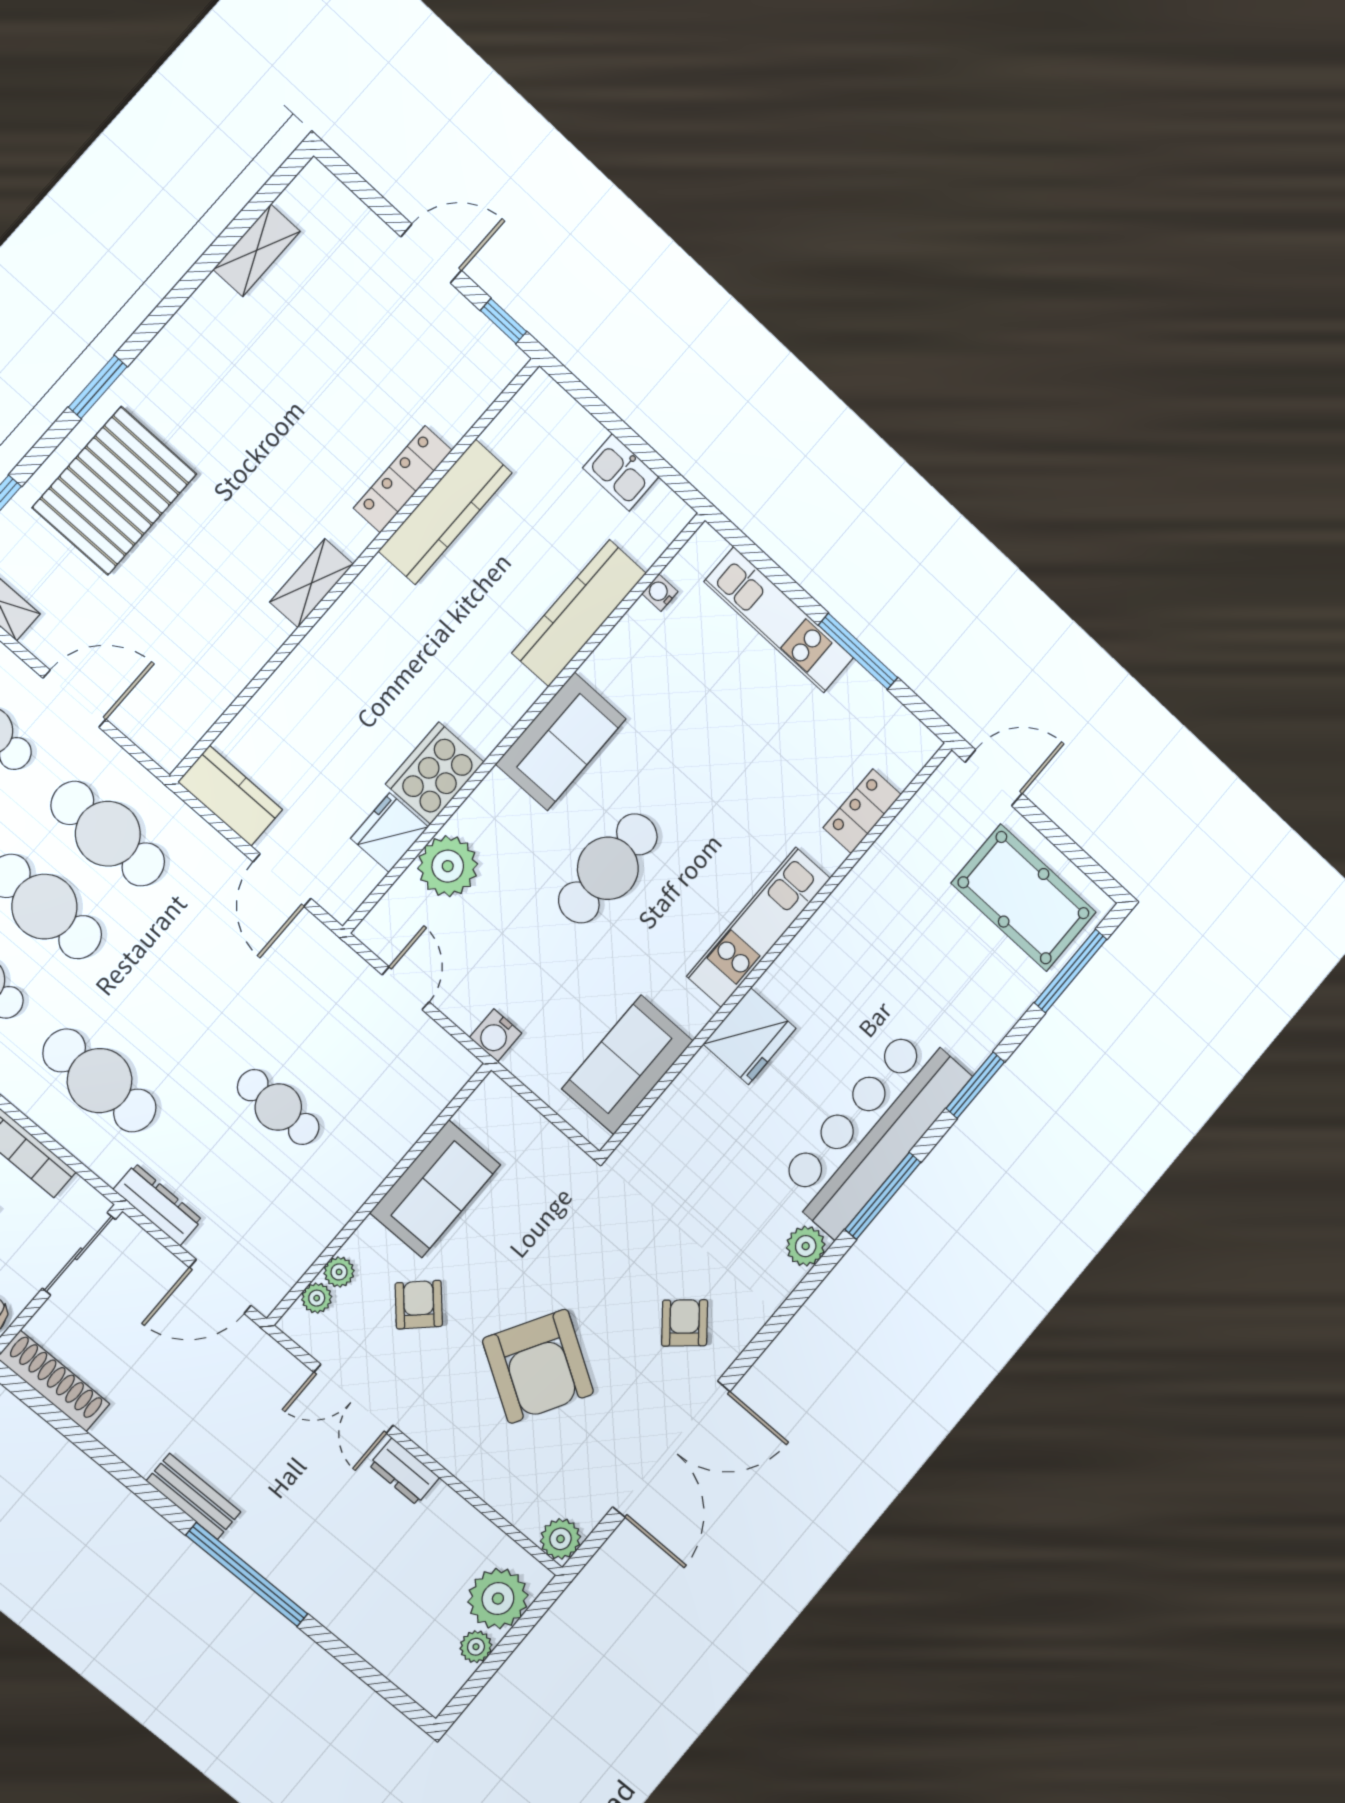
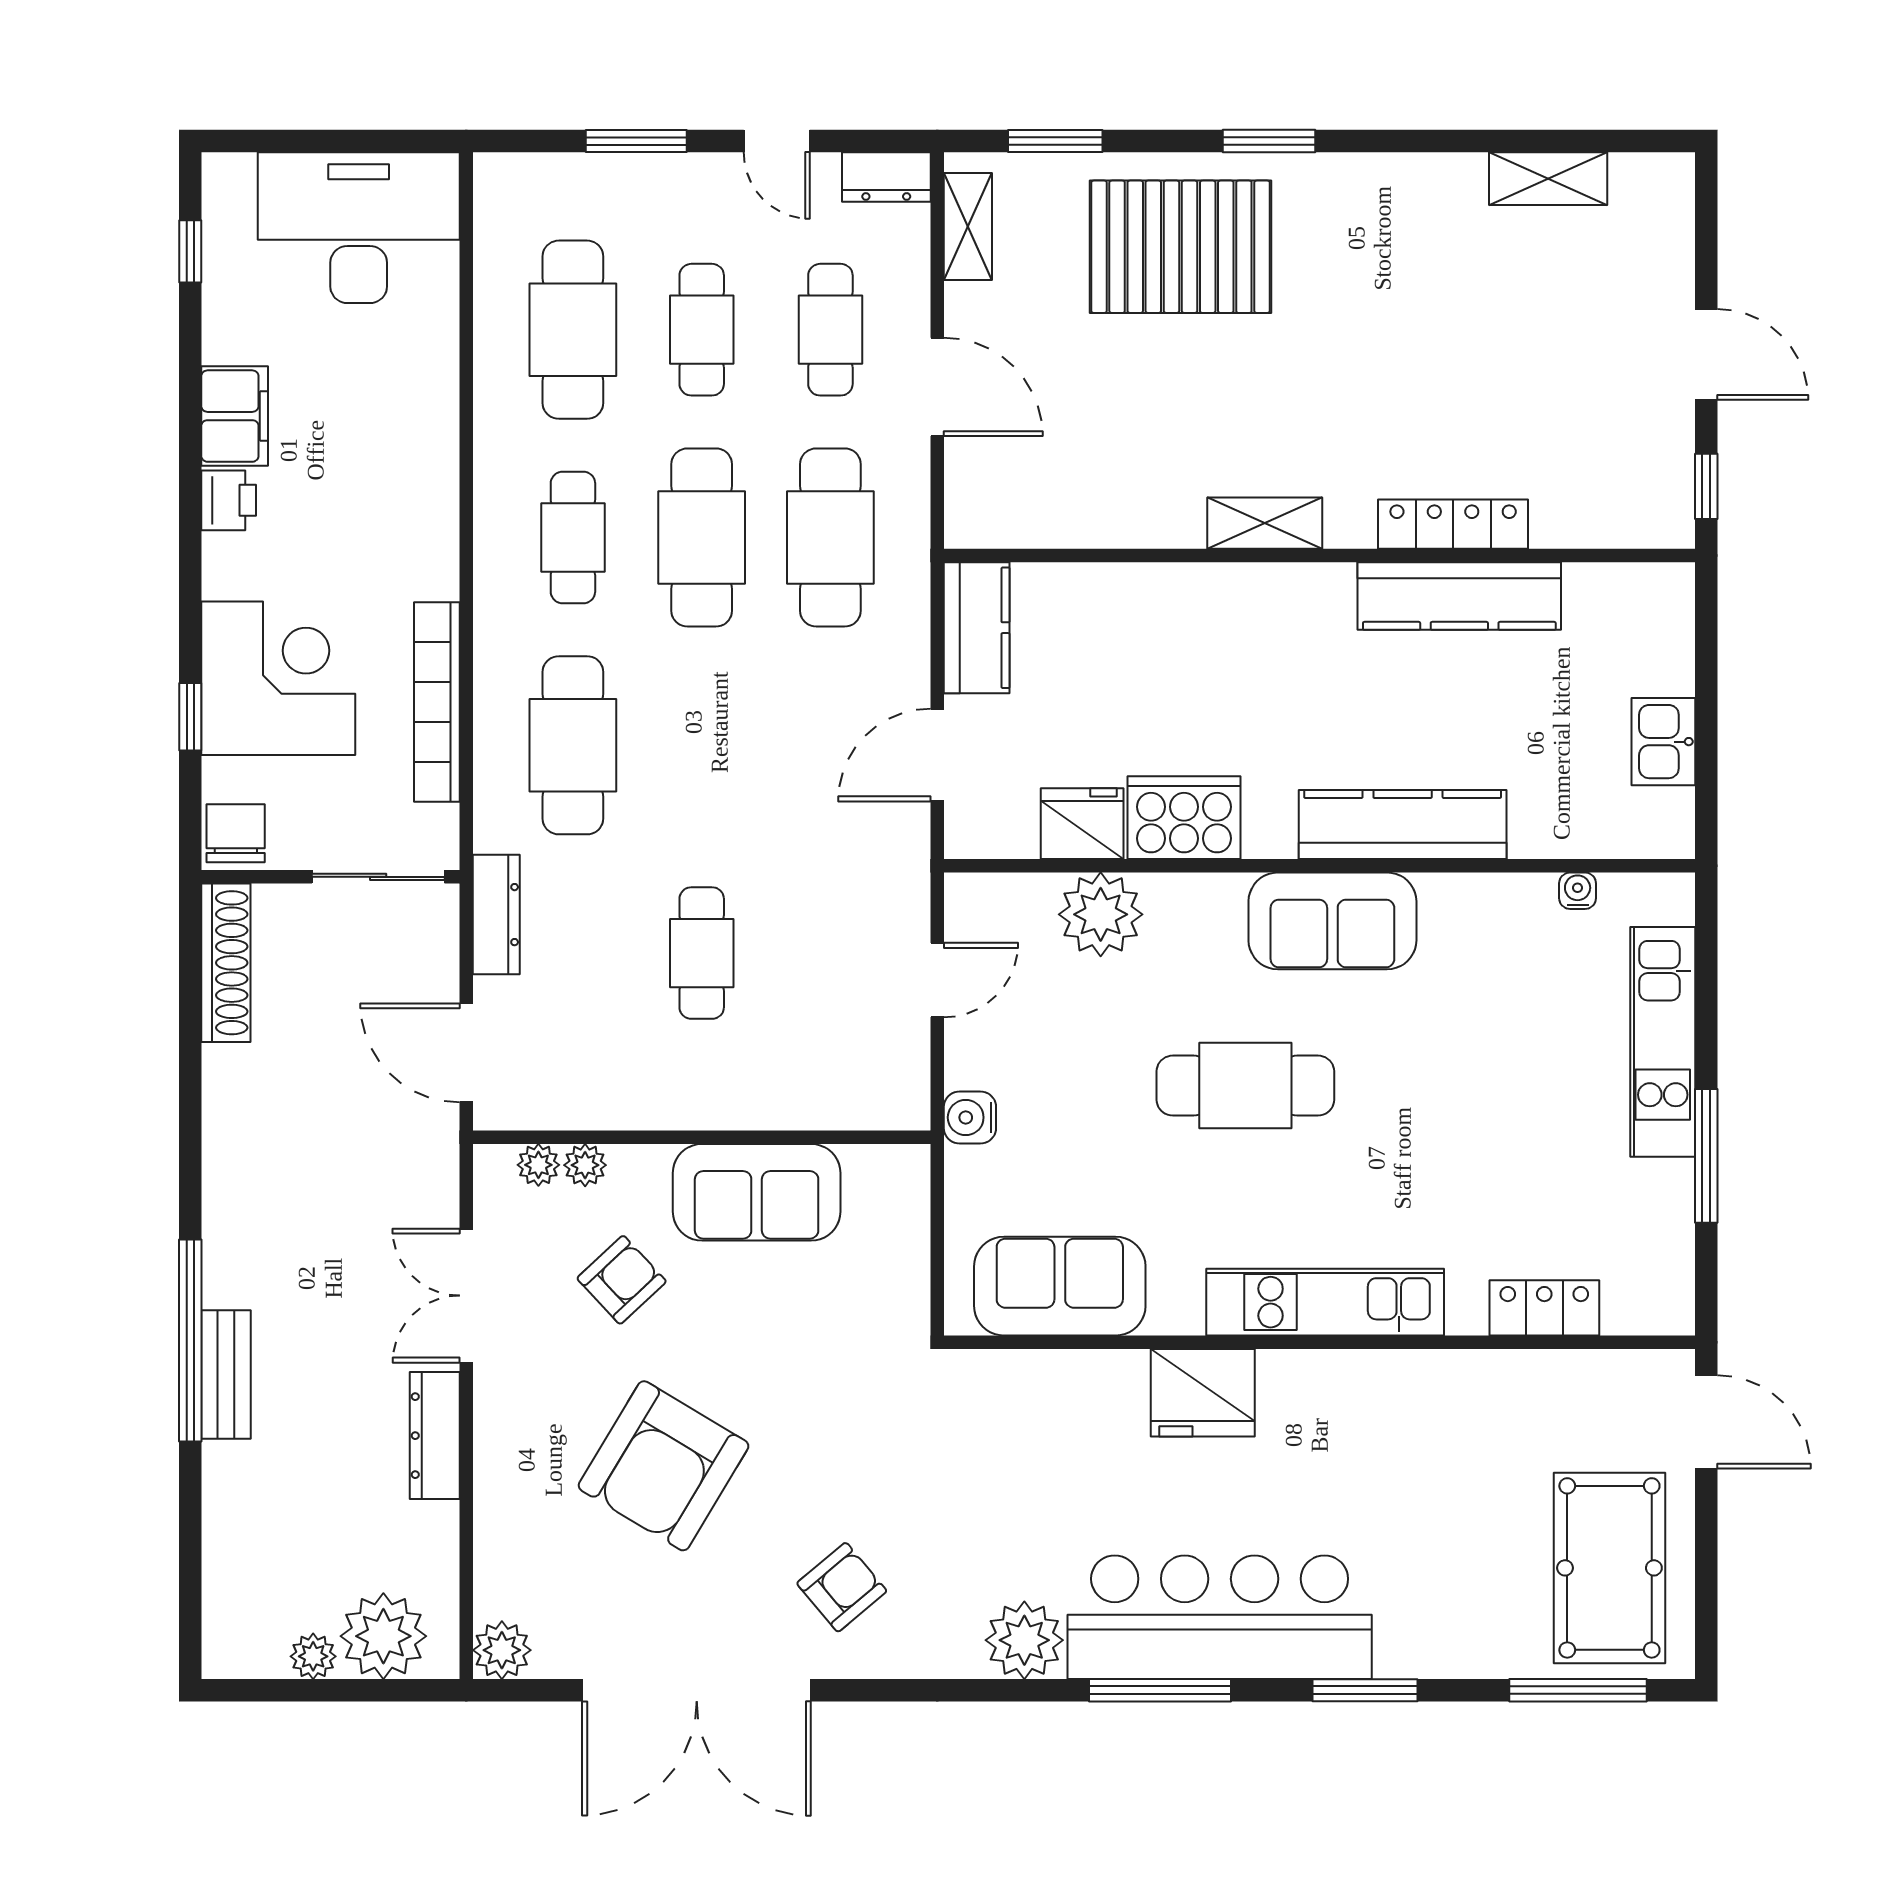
kitchen counter: (579, 613) -> (1403, 825), moved
plant: (806, 1246) -> (1024, 1640), width x1.36, depth x1.36
dresser: (404, 1471) -> (435, 1436), width x1.44
bench: (193, 1496) -> (226, 1375), moved

